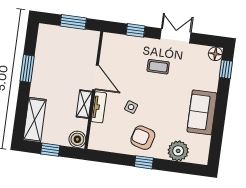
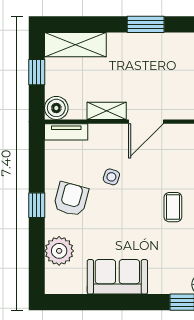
tv unit: (99, 107) -> (66, 132), moved

